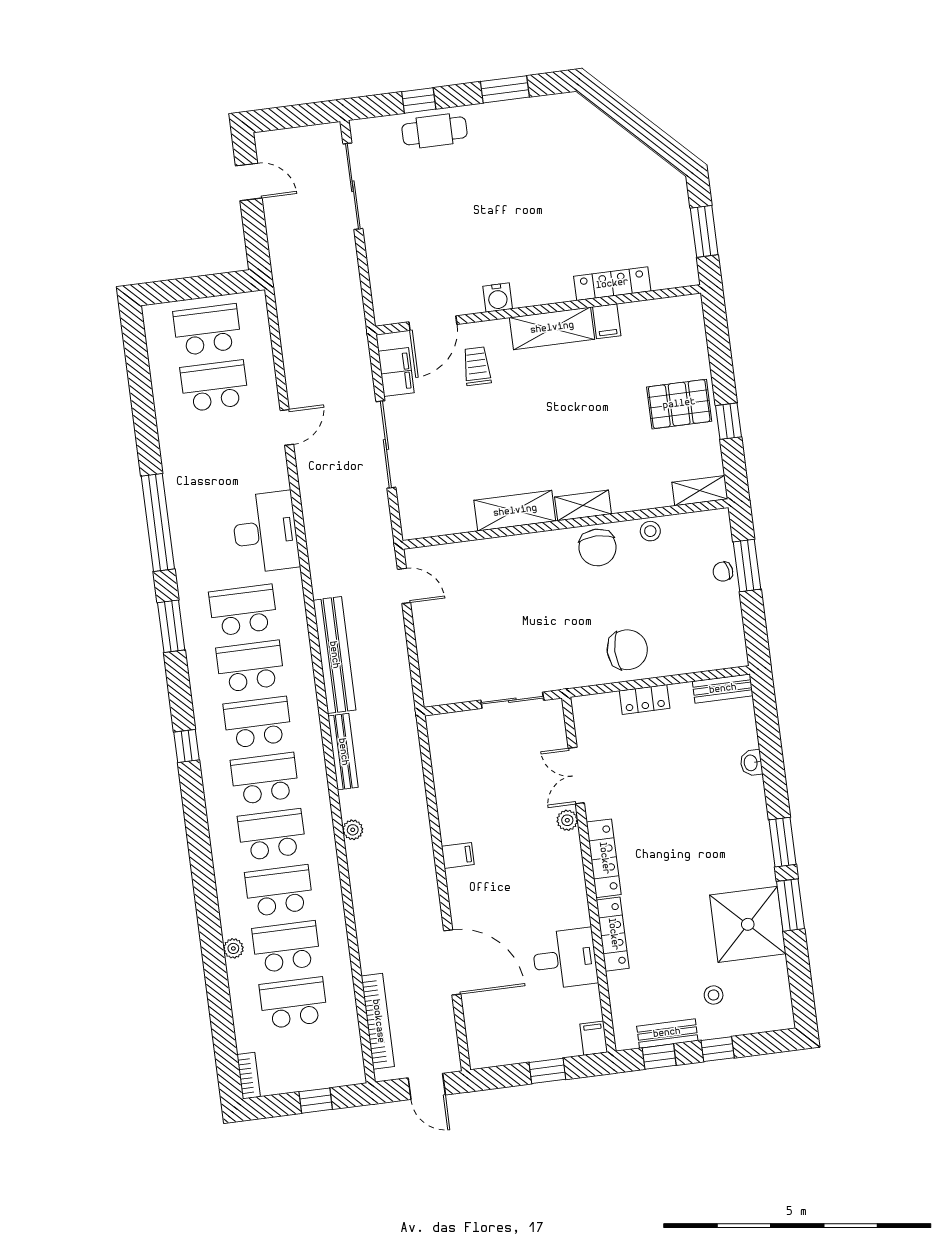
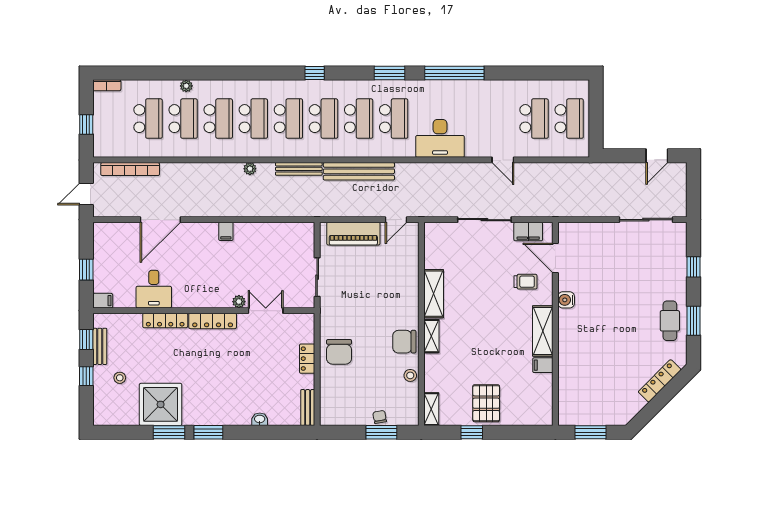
cafe table: (435, 131) -> (670, 321), moved
locker: (612, 284) -> (660, 381), moved, turned -135
piano: (435, 651) -> (353, 234), added

